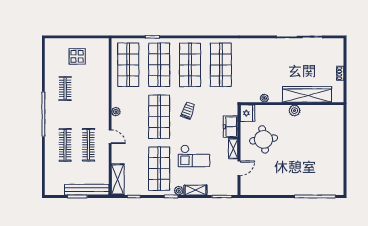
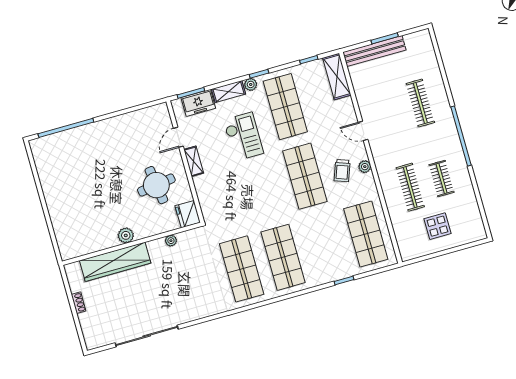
shop shelf: (159, 65) -> (324, 246), removed
trolley: (188, 111) -> (342, 171), moved
freezer: (231, 127) -> (198, 103), moved, turned 90
clothes rail: (88, 145) -> (410, 187), moved
checkout: (194, 156) -> (243, 137), turned 90

